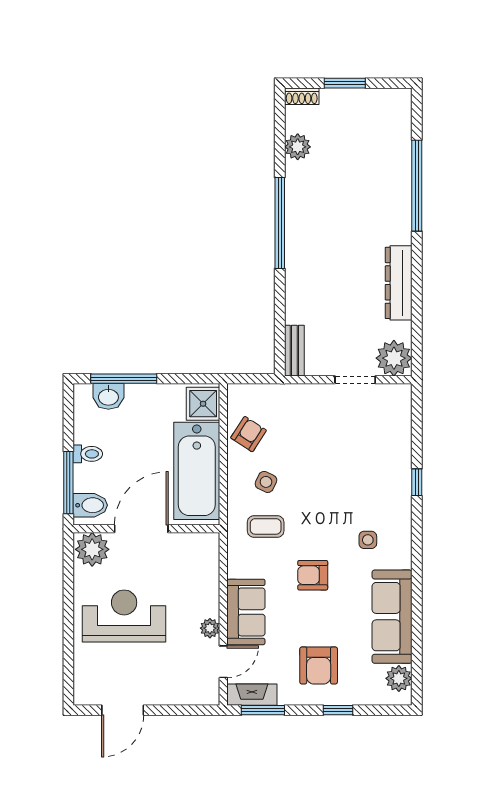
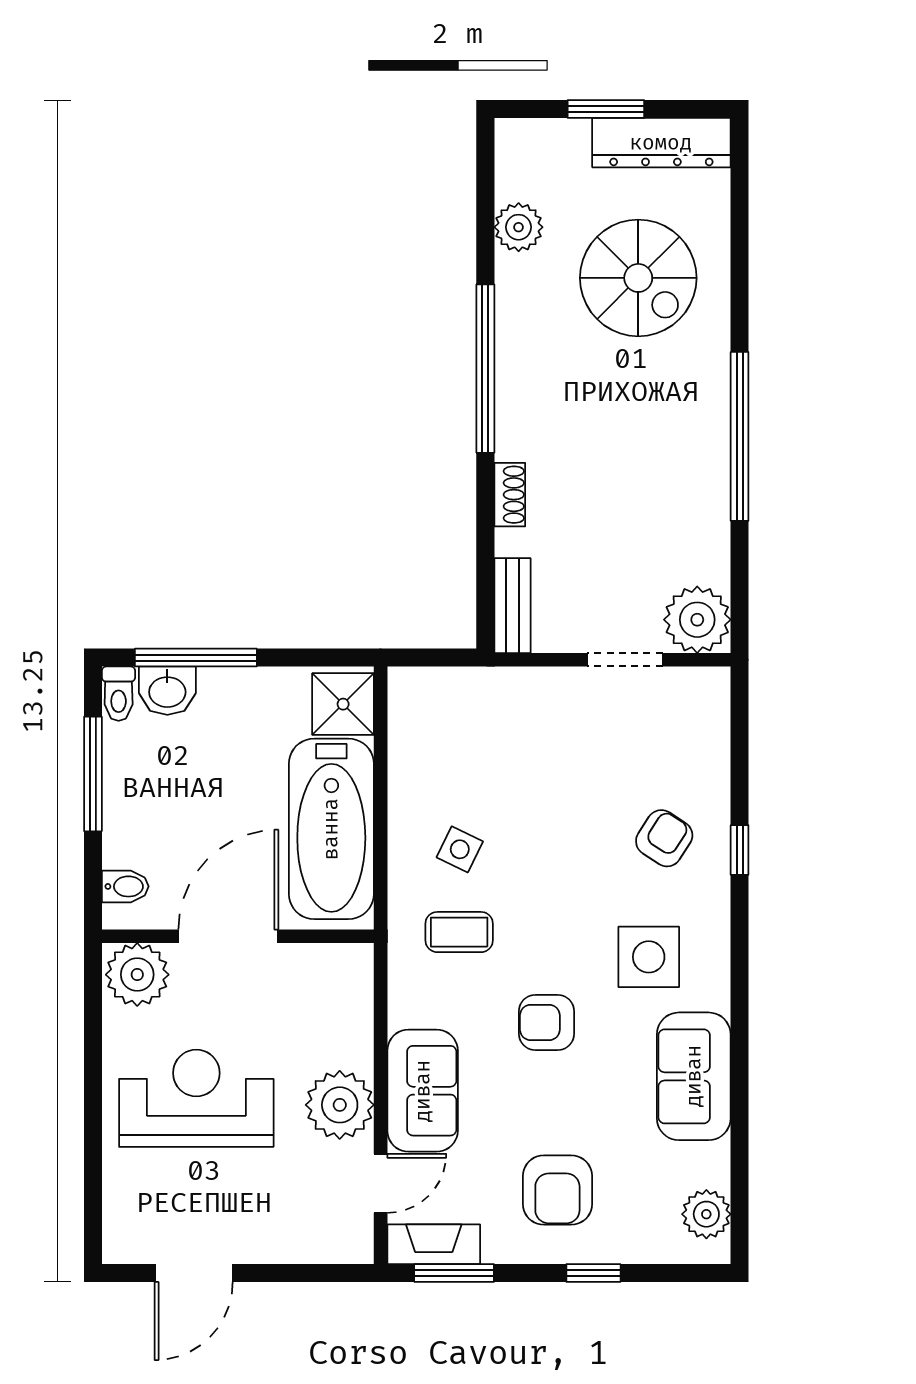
shoe rack: (302, 96) -> (510, 495), moved, turned -90
spiral stairs: (362, 174) -> (638, 278), added
window: (417, 186) -> (740, 436), moved
dresser: (399, 283) -> (661, 143), moved, turned -90
armchair: (249, 434) -> (664, 838), moved
toilet: (88, 454) -> (119, 694), moved, turned 90
window: (68, 483) -> (93, 774), moved
bidet: (90, 505) -> (125, 886), width x0.72, depth x0.74
side table: (368, 540) -> (649, 957), width x1.87, depth x1.87
sofa: (392, 617) -> (694, 1076), width x0.73
plant: (210, 628) -> (340, 1105), width x1.88, depth x1.88

